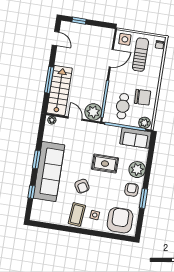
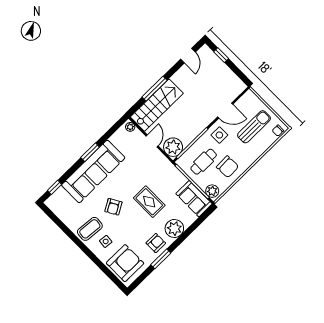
side table: (125, 39) -> (219, 135), moved
window: (31, 192) -> (54, 187), moved

